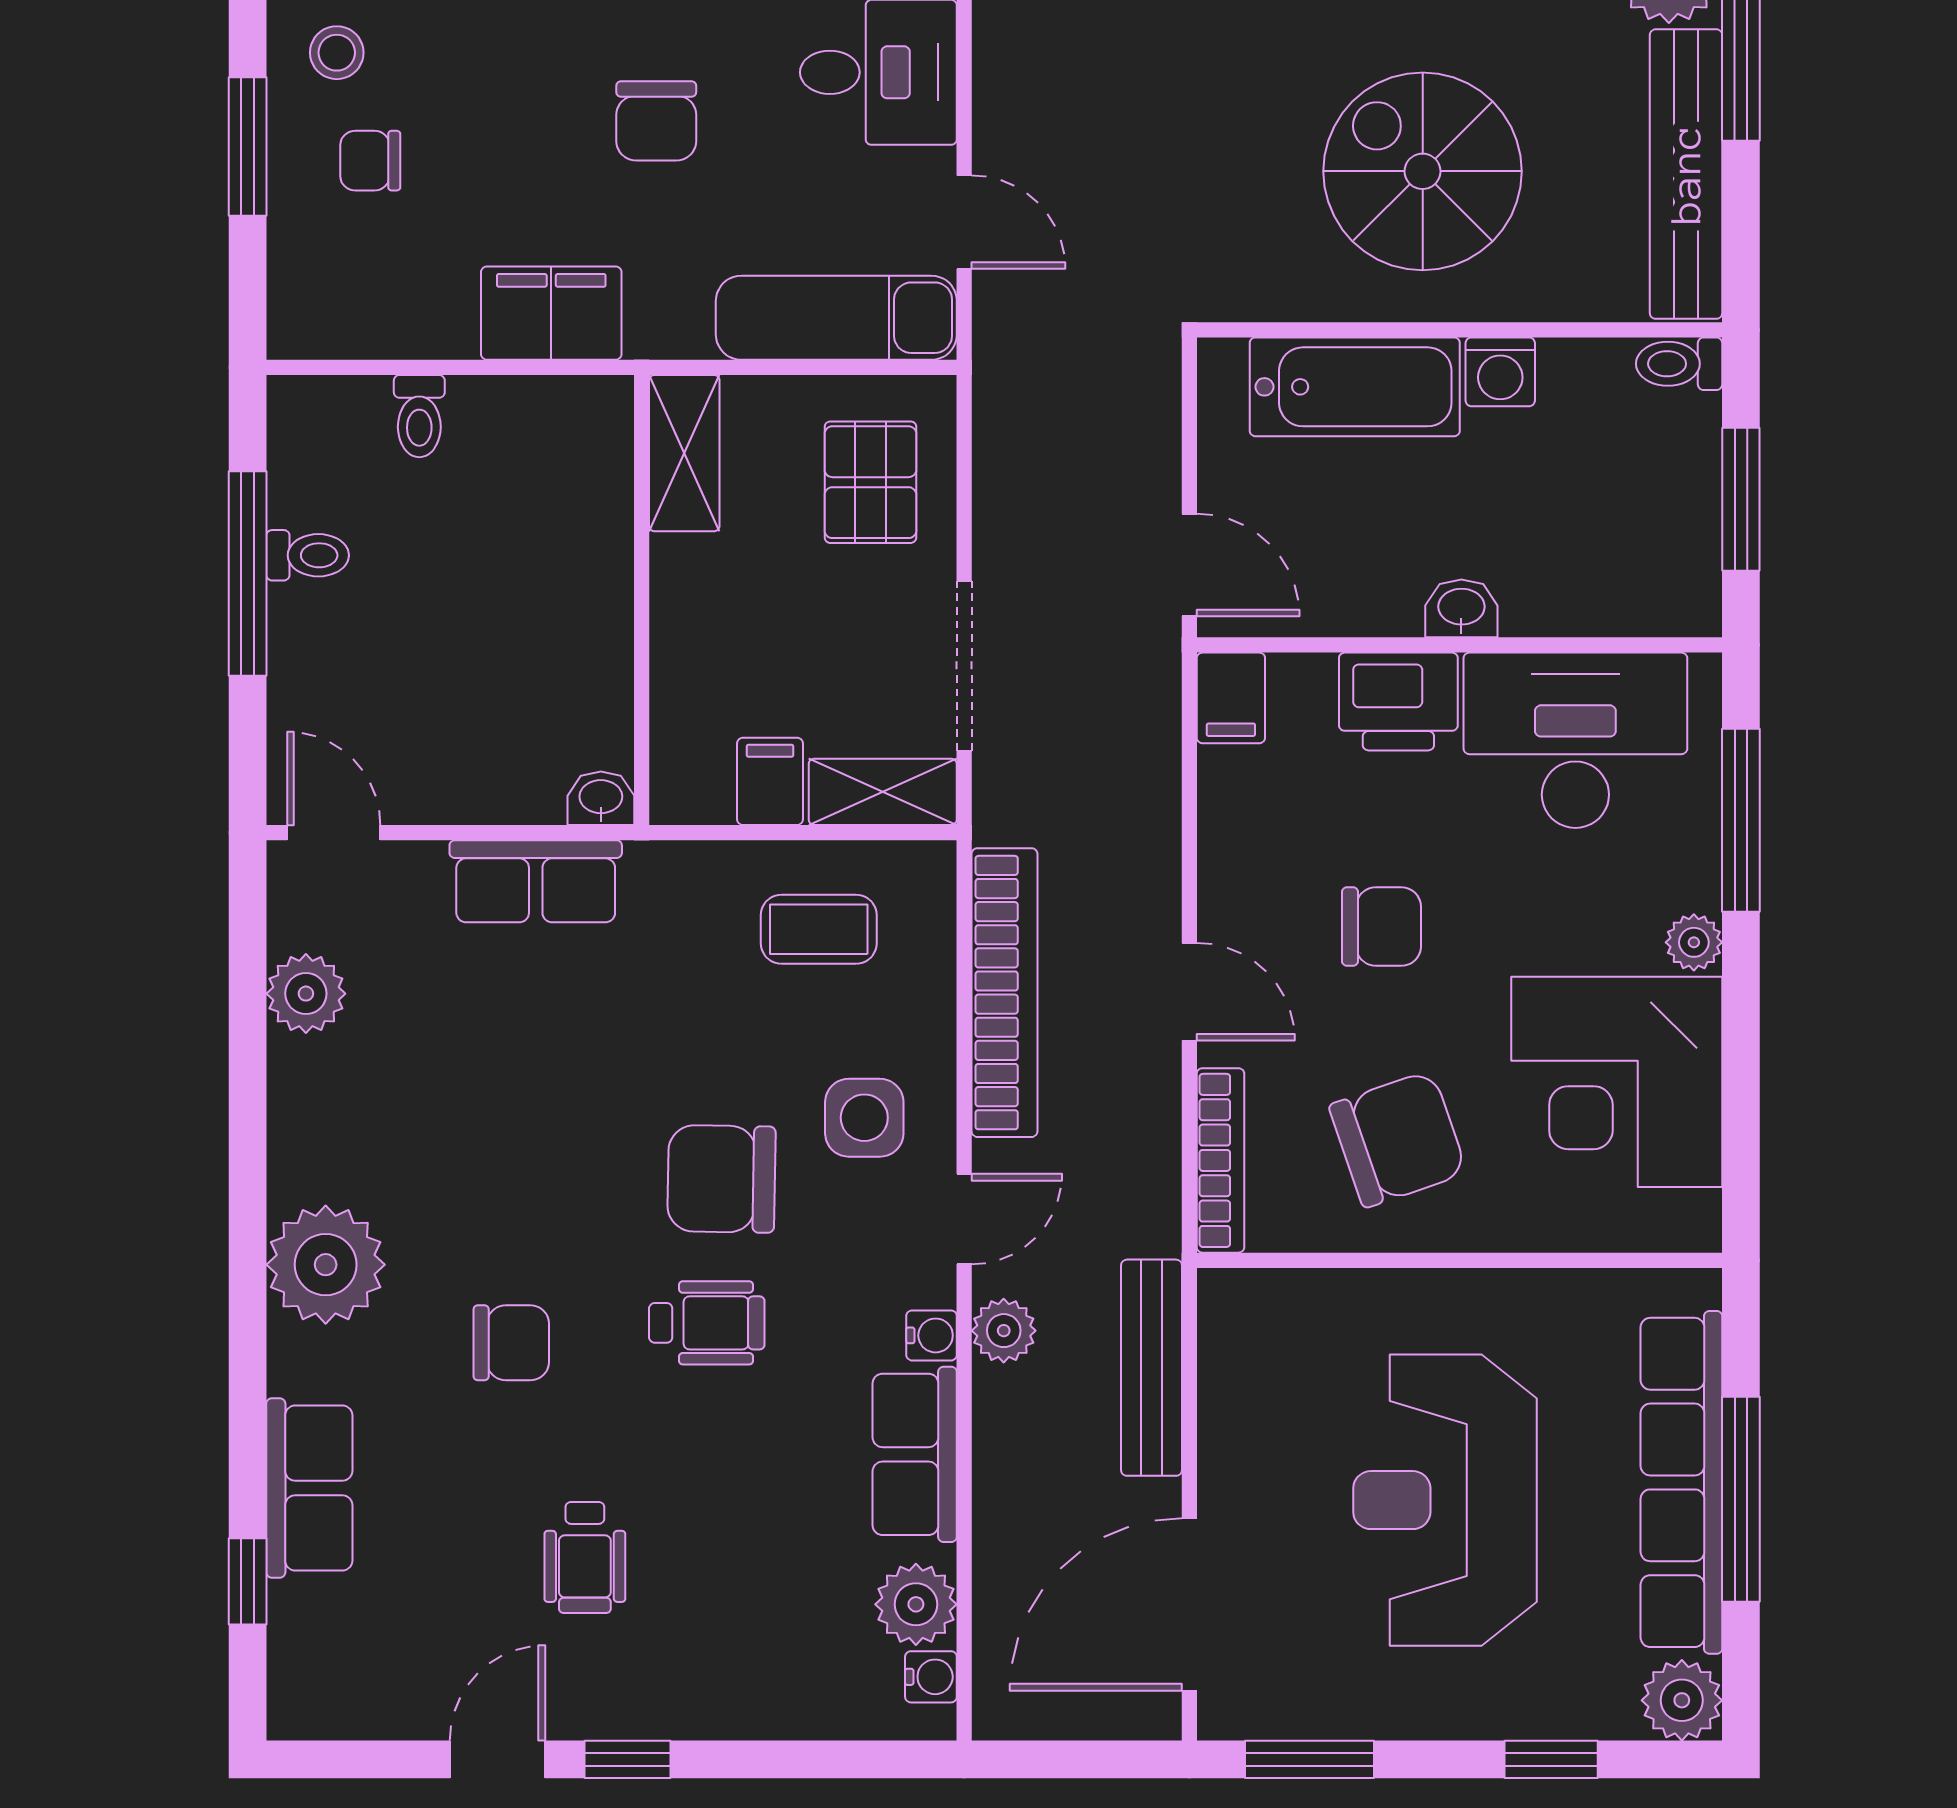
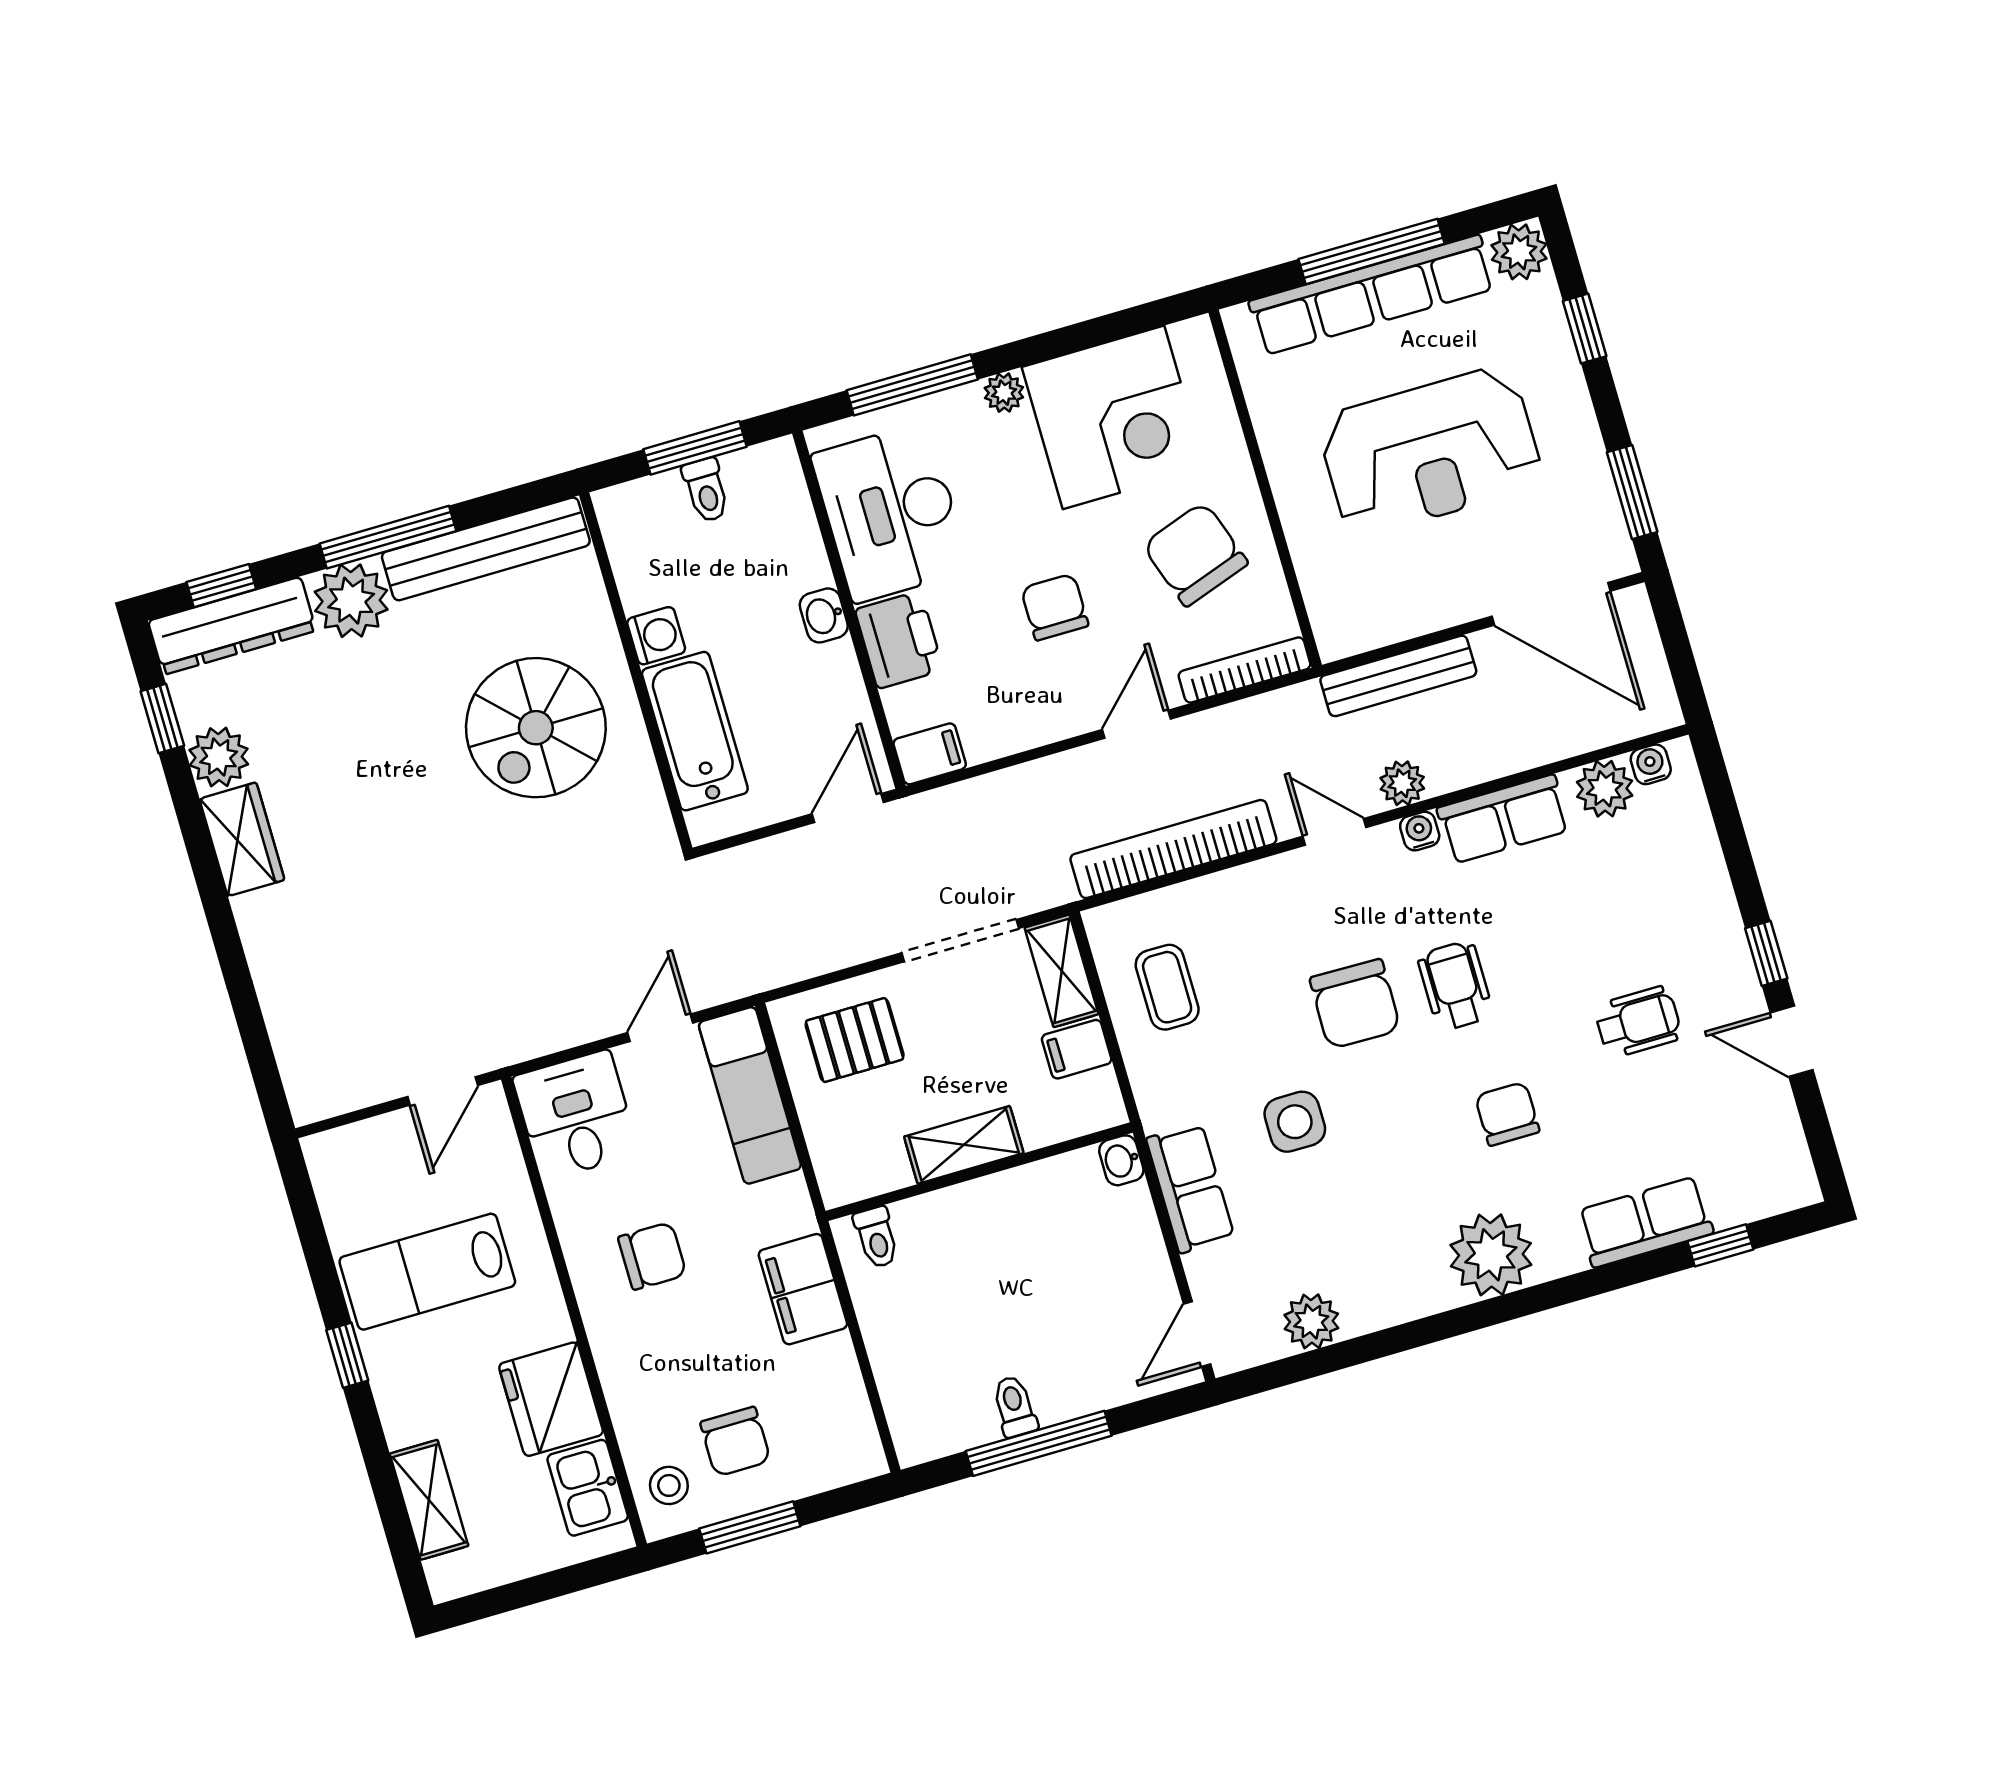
chair: (370, 161) -> (735, 1442), width x1.37, depth x1.37
toilet: (1679, 364) -> (706, 490), moved
toilet: (419, 416) -> (876, 1237), moved, turned 90
shelving: (684, 453) -> (964, 1145), moved
side table: (864, 1118) -> (1295, 1122), moved

